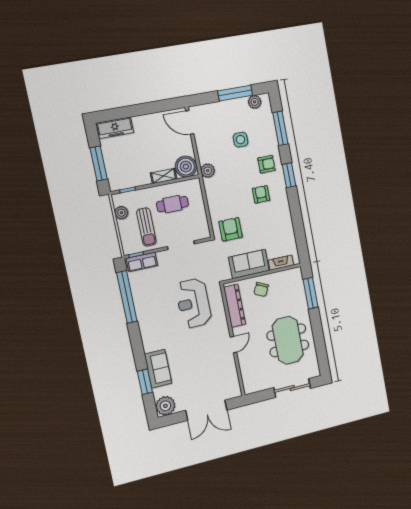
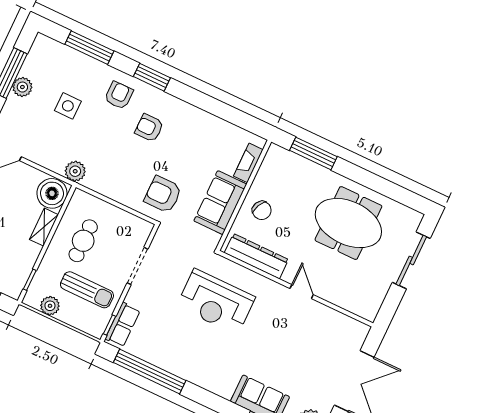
plant: (255, 102) -> (22, 87), moved

